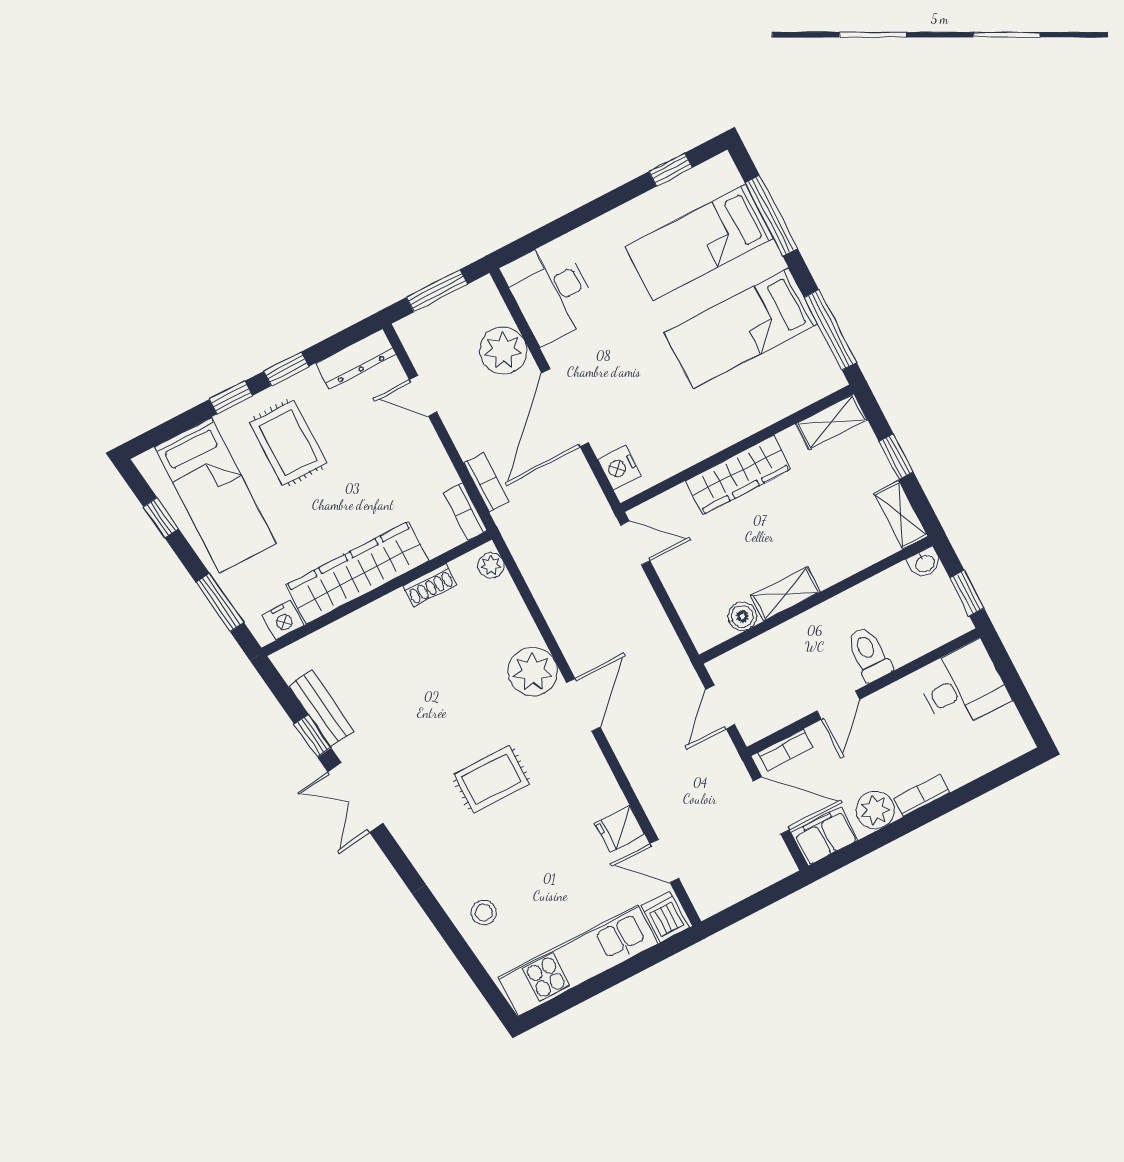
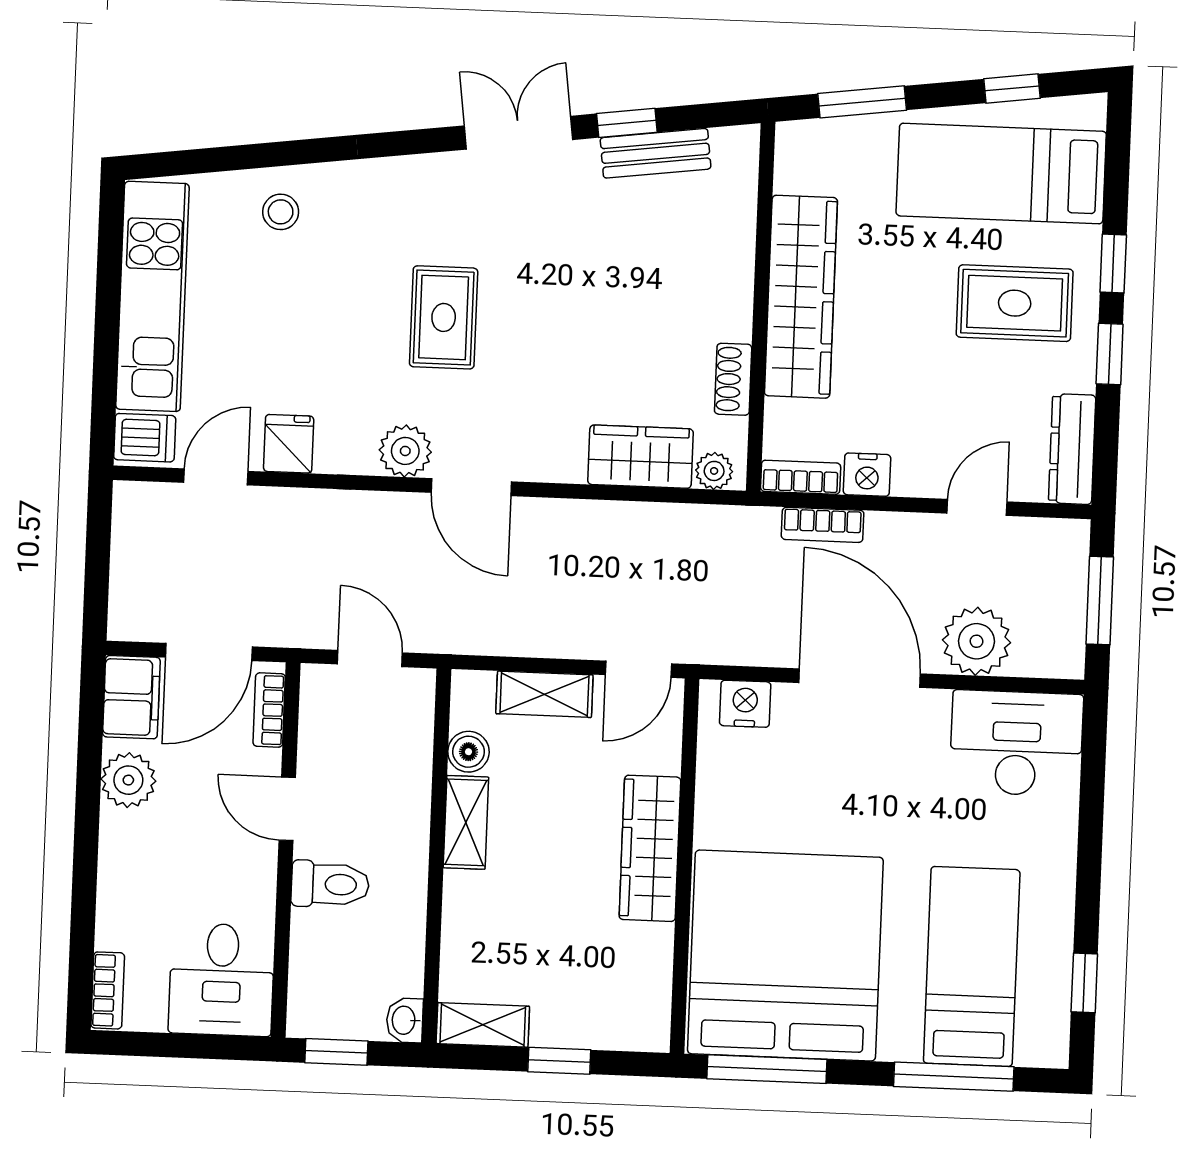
bed: (741, 328) -> (785, 956), width x2.04
shelving: (832, 422) -> (544, 694), moved, turned 90
wardrobe: (507, 614) -> (641, 457), added
nightstand: (283, 620) -> (867, 475), moved, turned -90
plant: (533, 672) -> (405, 451), moved, width x0.73, depth x0.73
bookcase: (922, 795) -> (108, 990), moved

